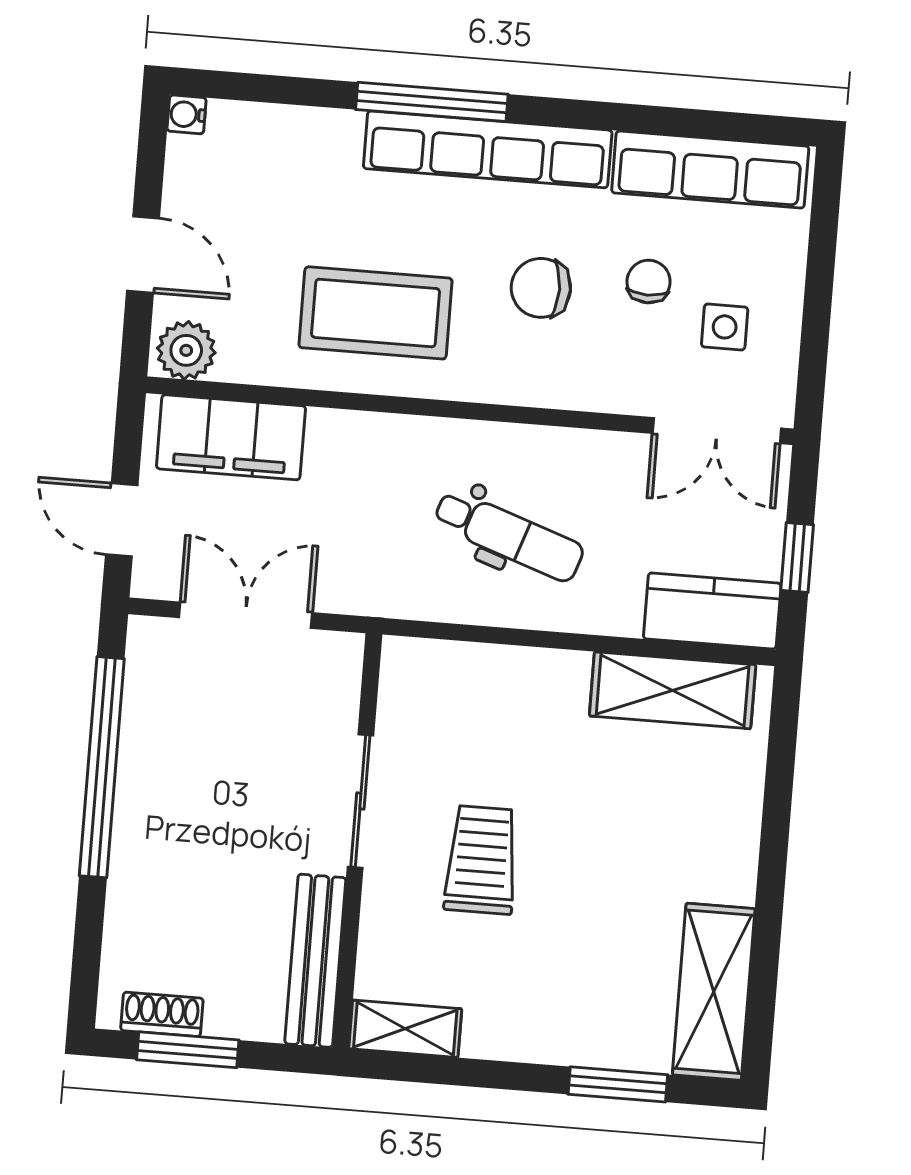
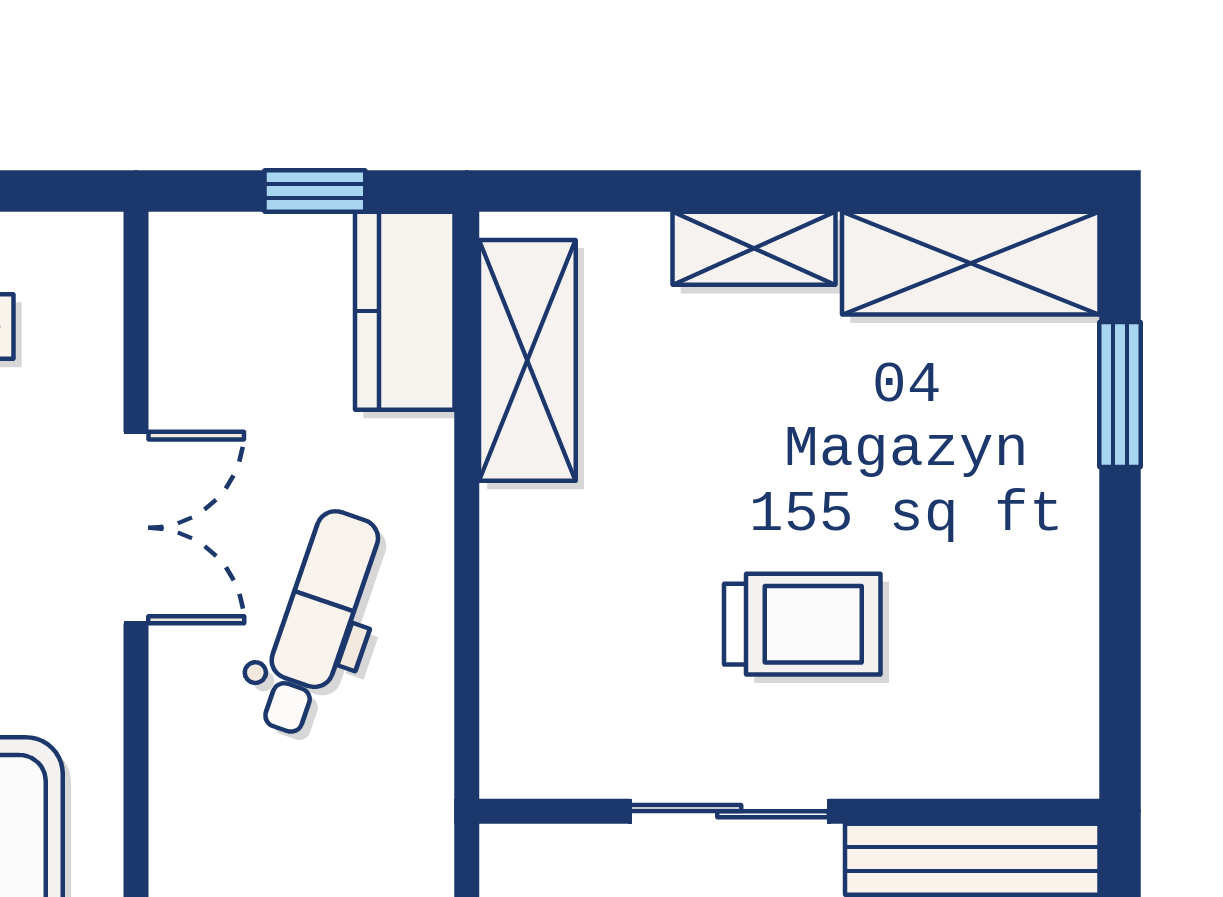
double door: (717, 431) -> (136, 528), moved
trolley: (481, 860) -> (802, 624), turned 180
shelving: (405, 1029) -> (754, 248), moved, turned 90

